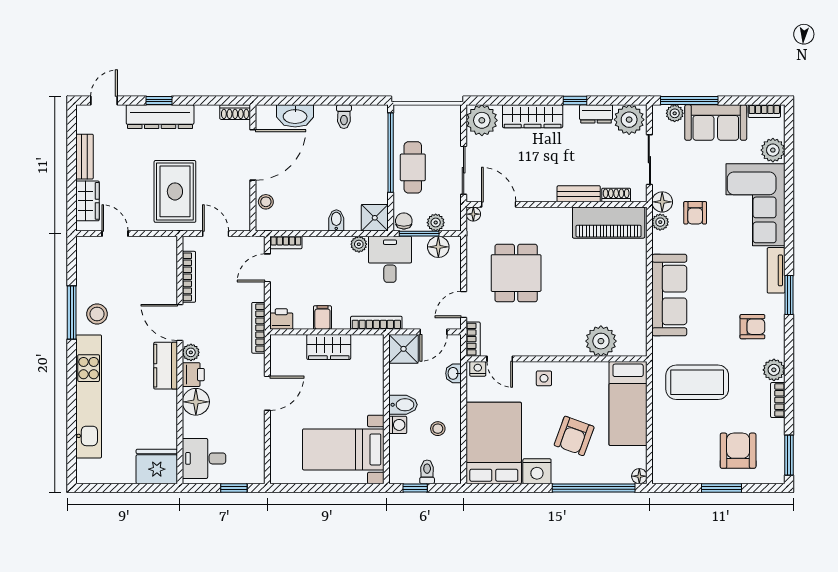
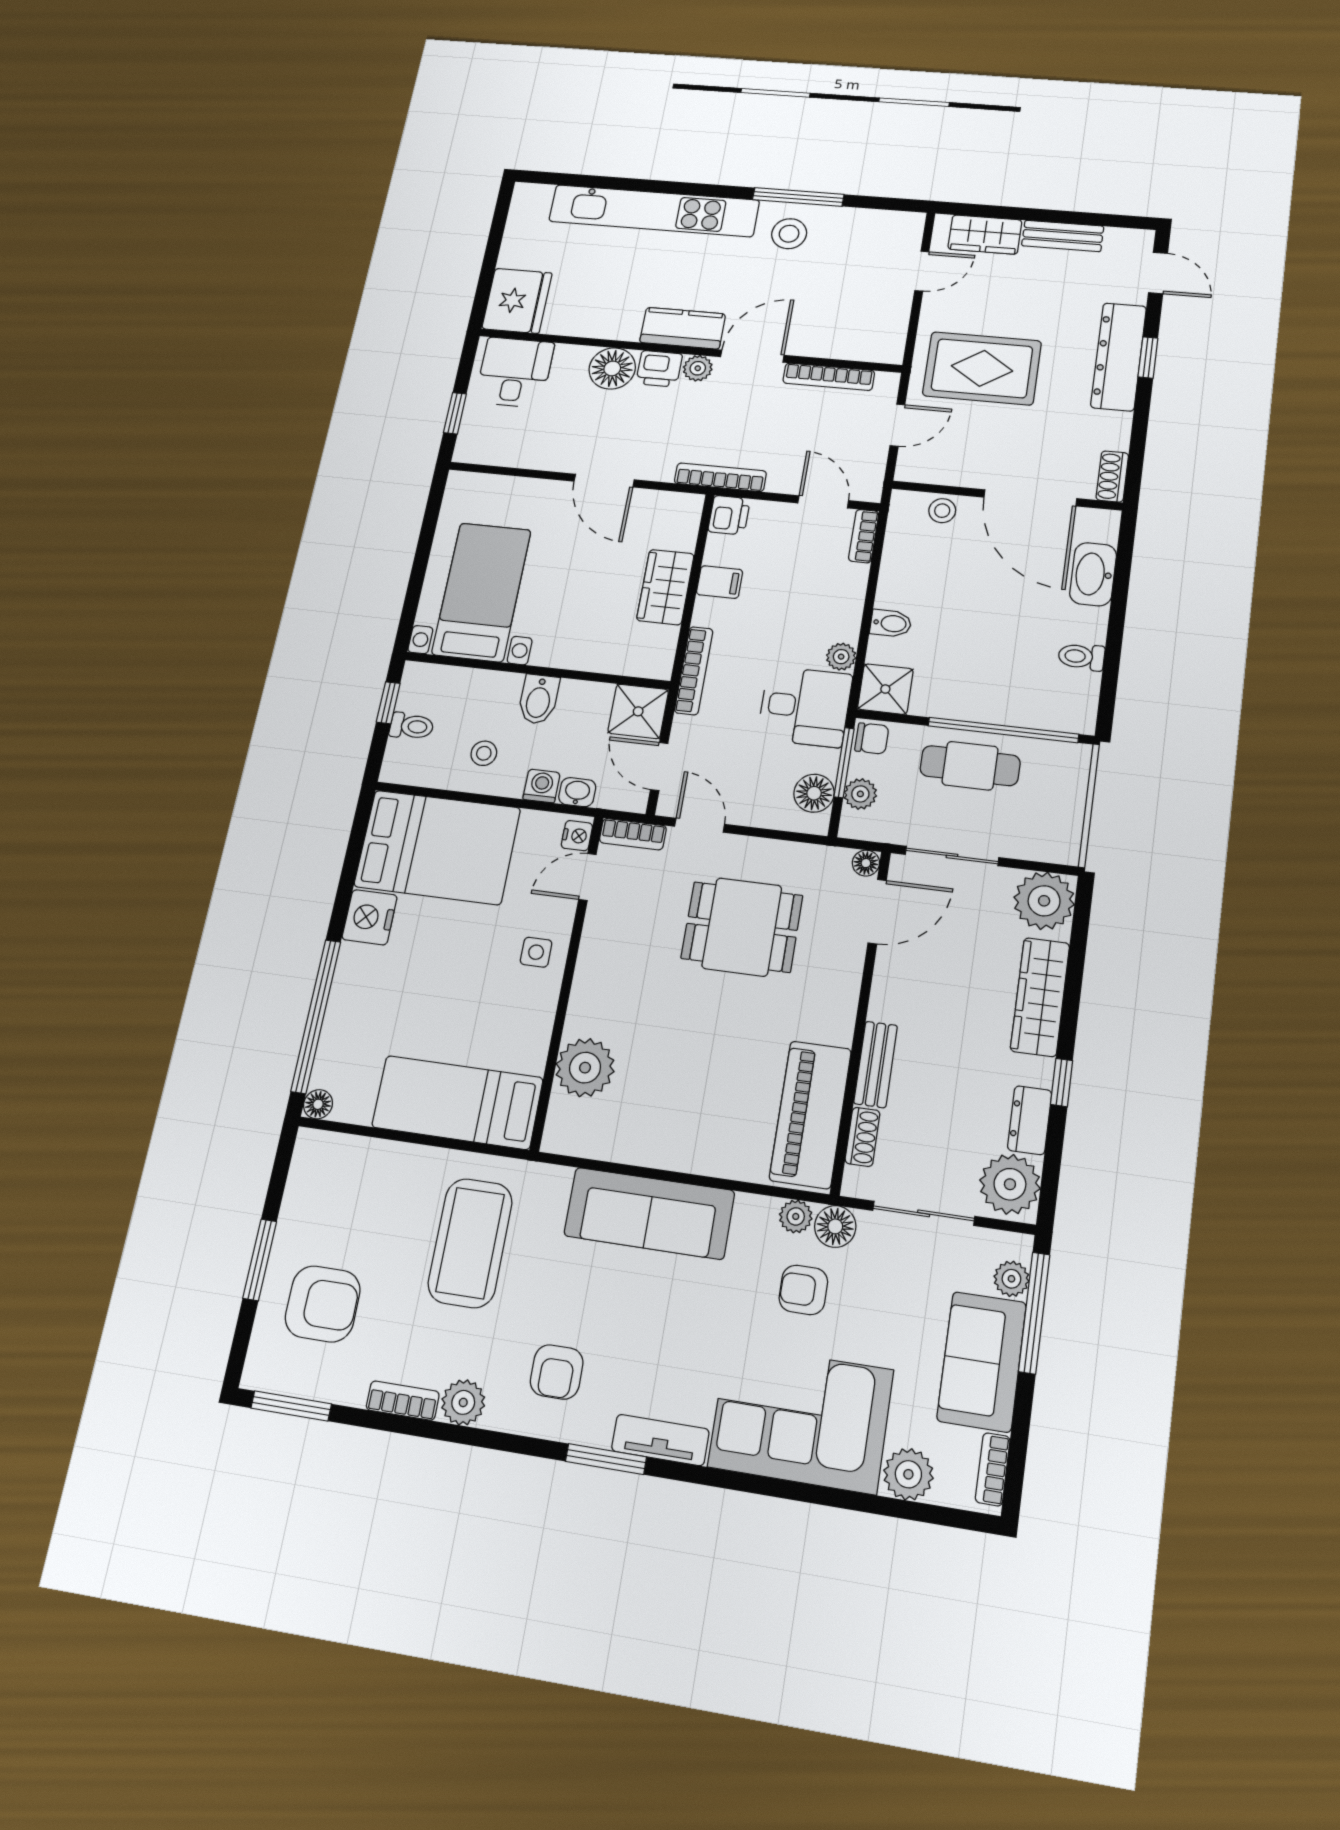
washing machine: (398, 425) -> (542, 786), moved, turned 180
armchair: (574, 436) -> (419, 993), removed

